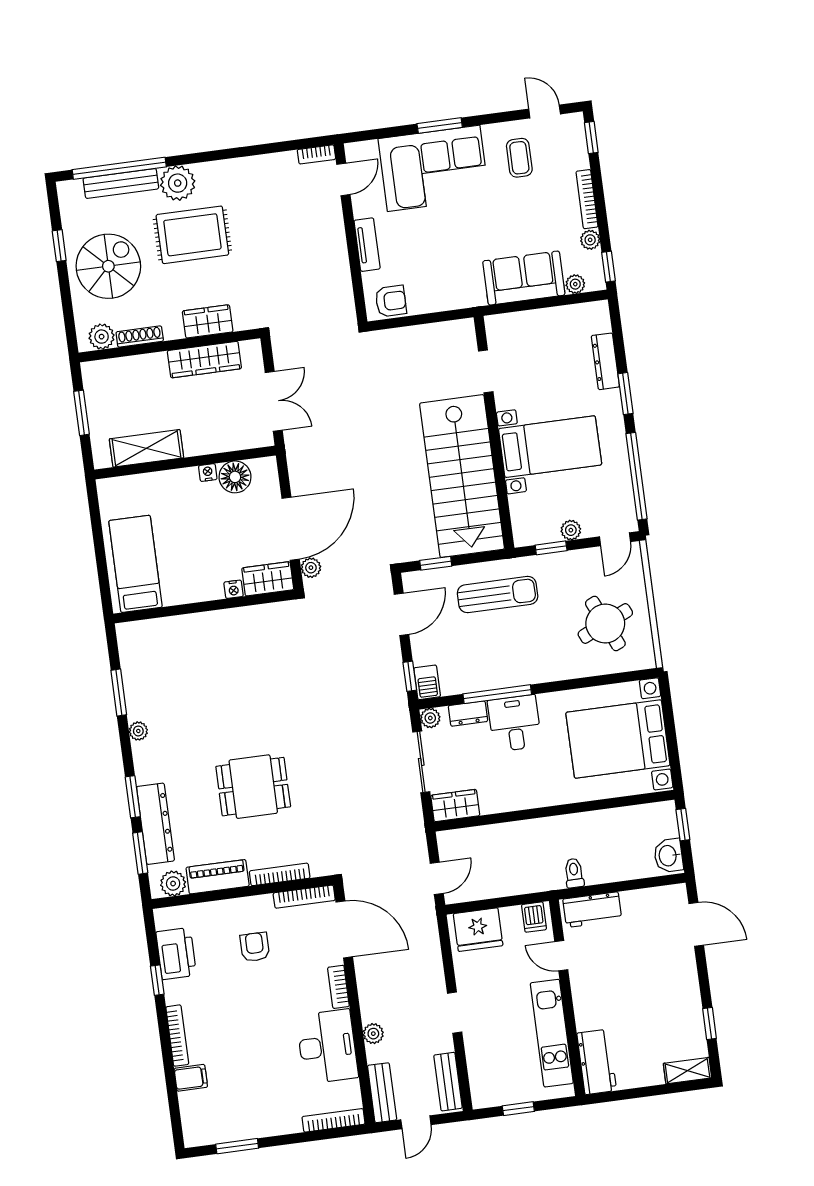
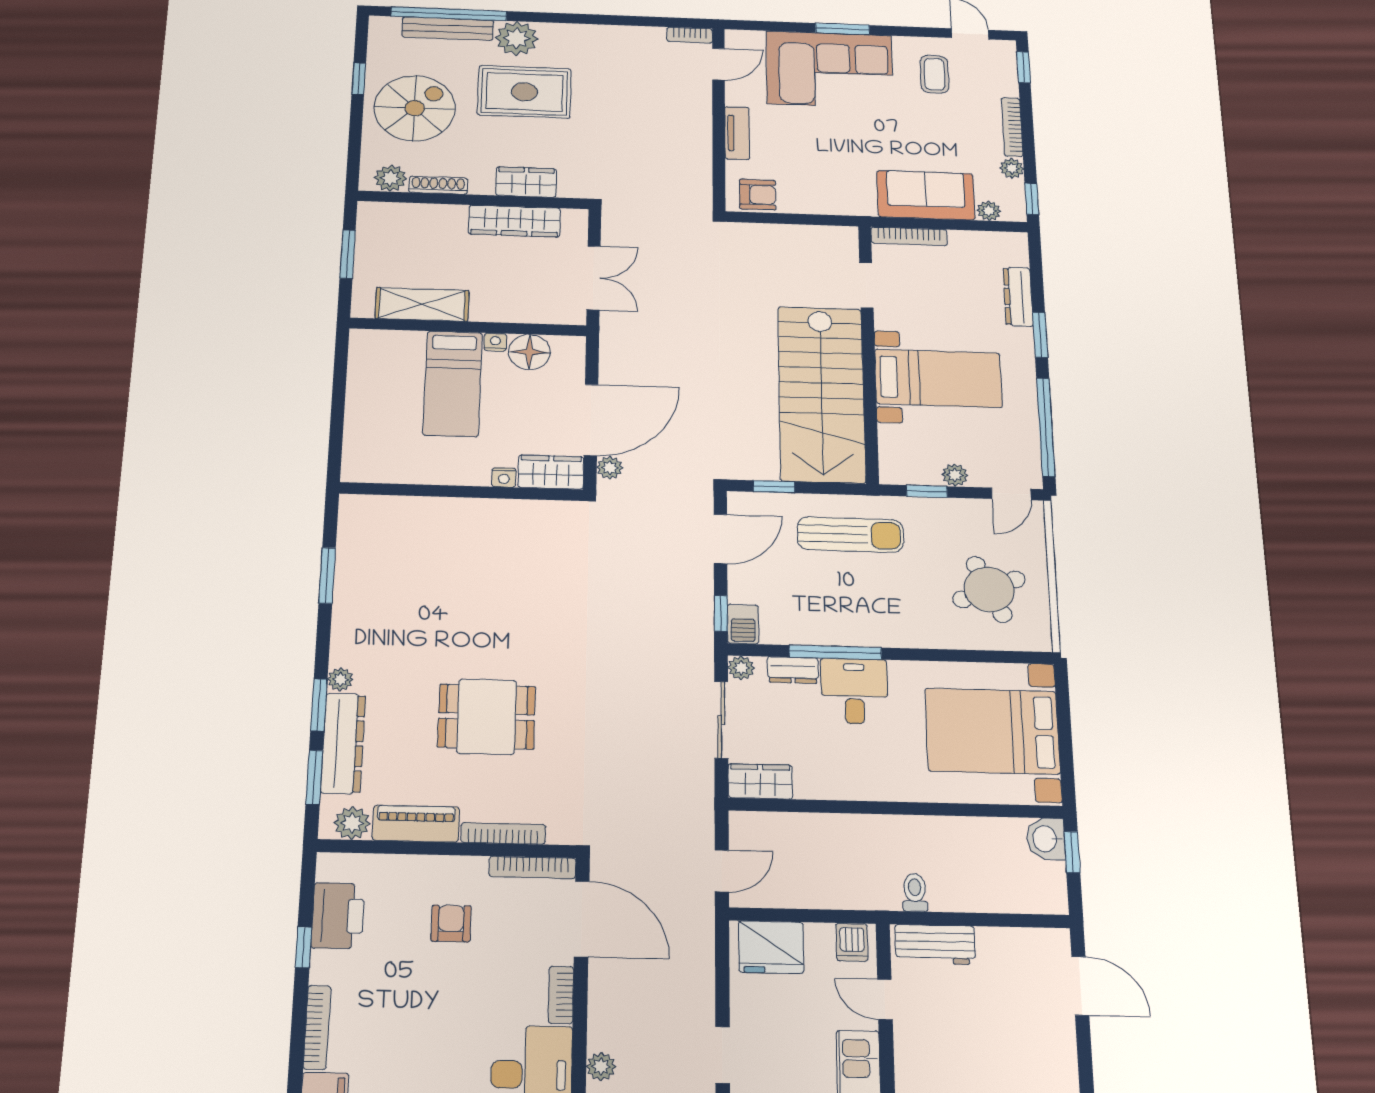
bookcase: (515, 320) -> (909, 236), added
bed: (135, 564) -> (453, 384), moved, turned 180
plant: (138, 731) -> (340, 679), moved
washbasin: (668, 856) -> (1046, 839), moved

